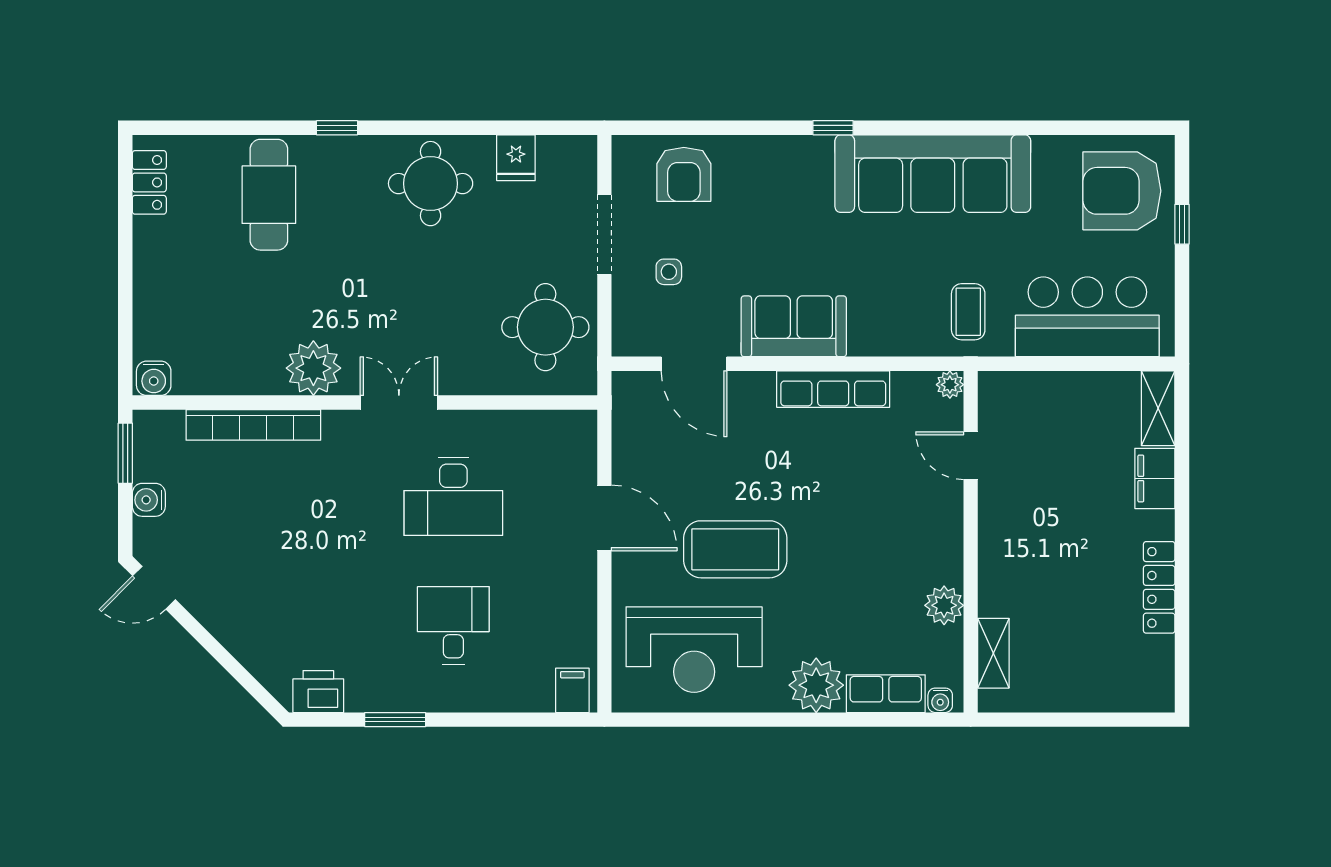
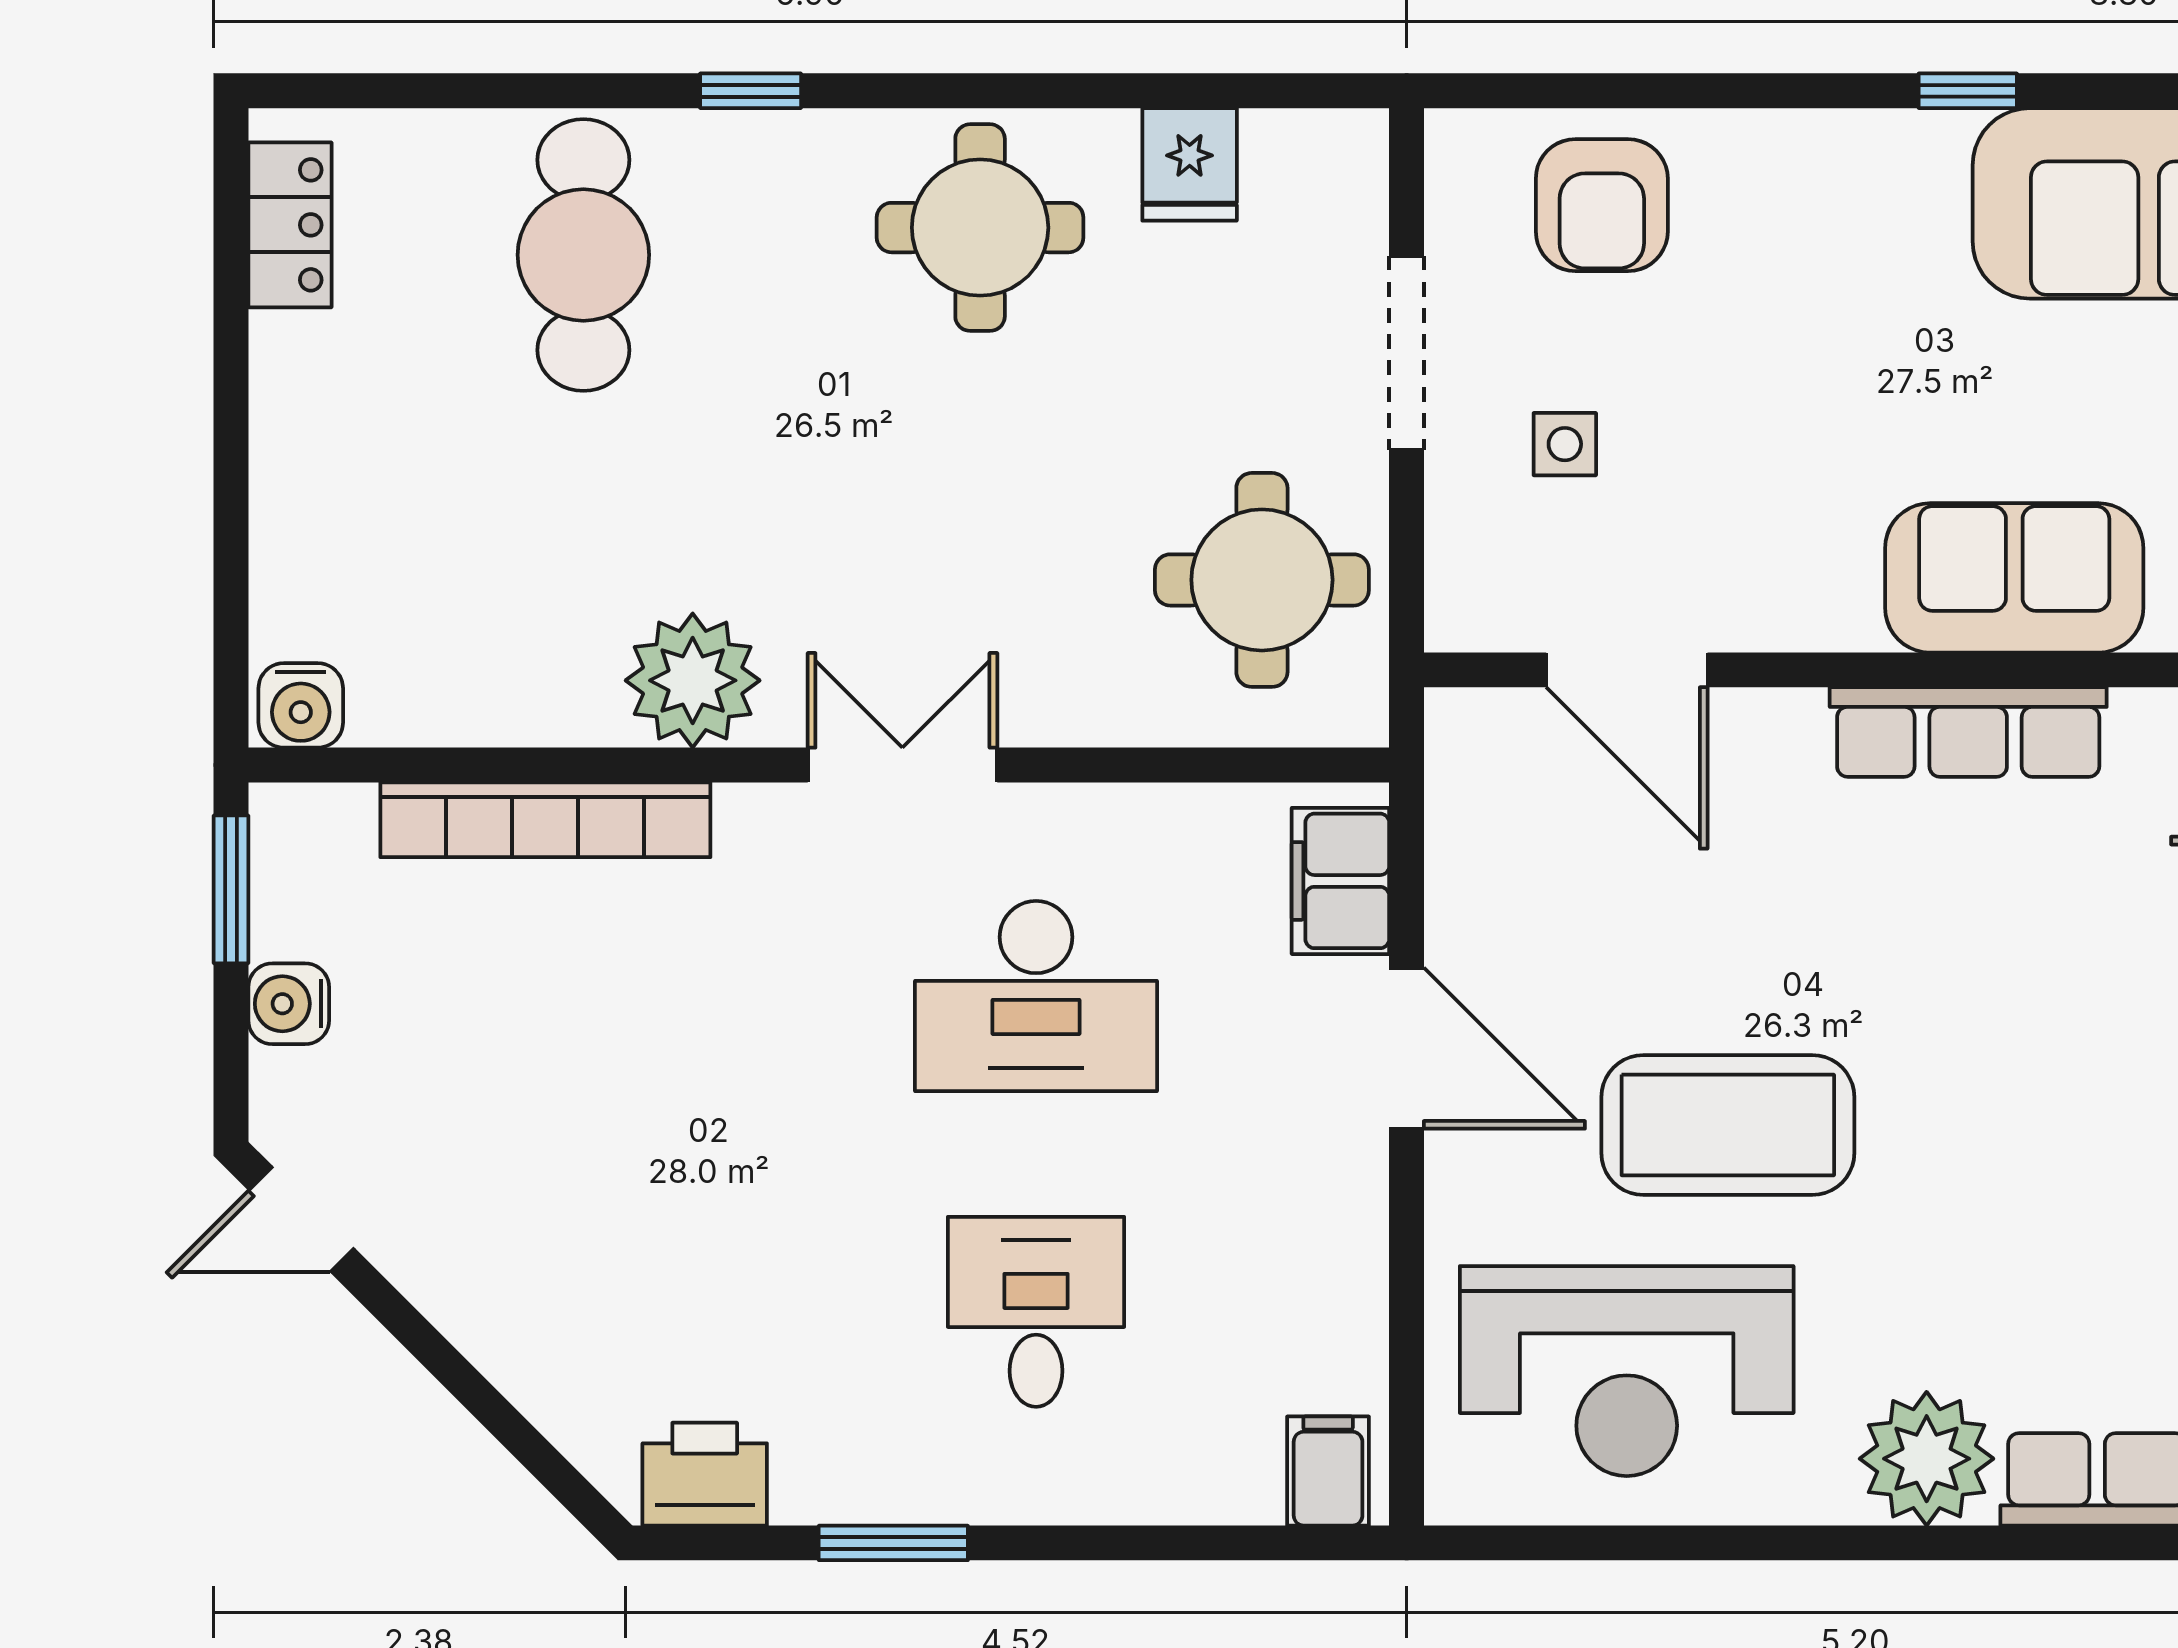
sofa: (794, 326) -> (2014, 578), moved
filing cabinet: (577, 450) -> (1340, 881), added

